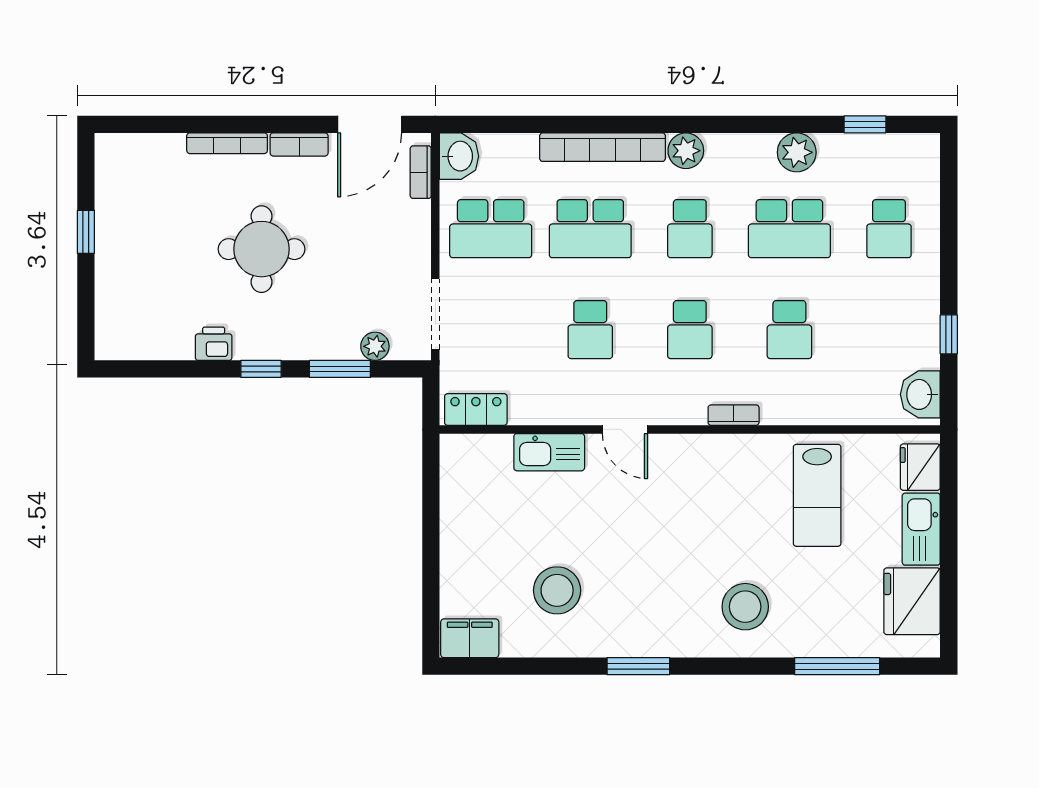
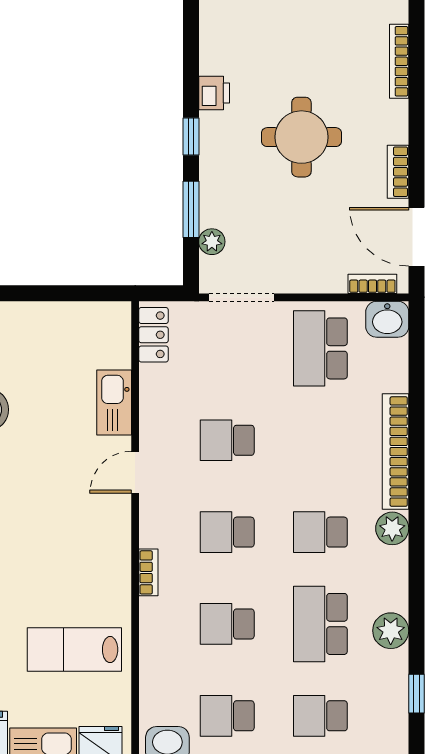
bookcase: (227, 143) -> (399, 61), moved
school desk: (590, 229) -> (227, 716), moved, width x0.54

